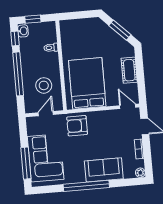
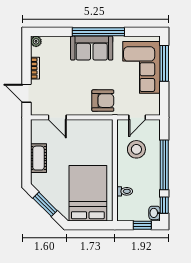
bed: (87, 83) -> (88, 193), moved, turned 180
door: (128, 106) -> (57, 117), moved
sofa: (104, 170) -> (92, 48), moved

